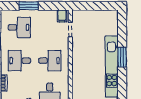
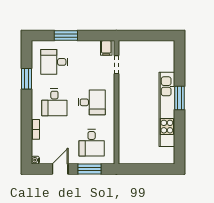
desk: (19, 27) -> (54, 62), turned 180
desk: (19, 61) -> (54, 102), turned -90

